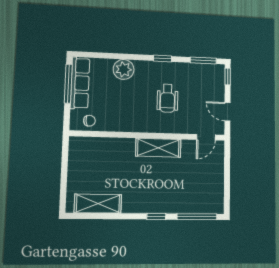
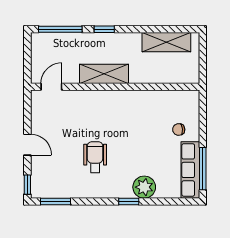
window: (163, 58) -> (129, 202), moved
wall: (148, 136) -> (115, 87), moved
door: (206, 137) -> (51, 87), moved
shelving: (158, 148) -> (104, 74), moved

